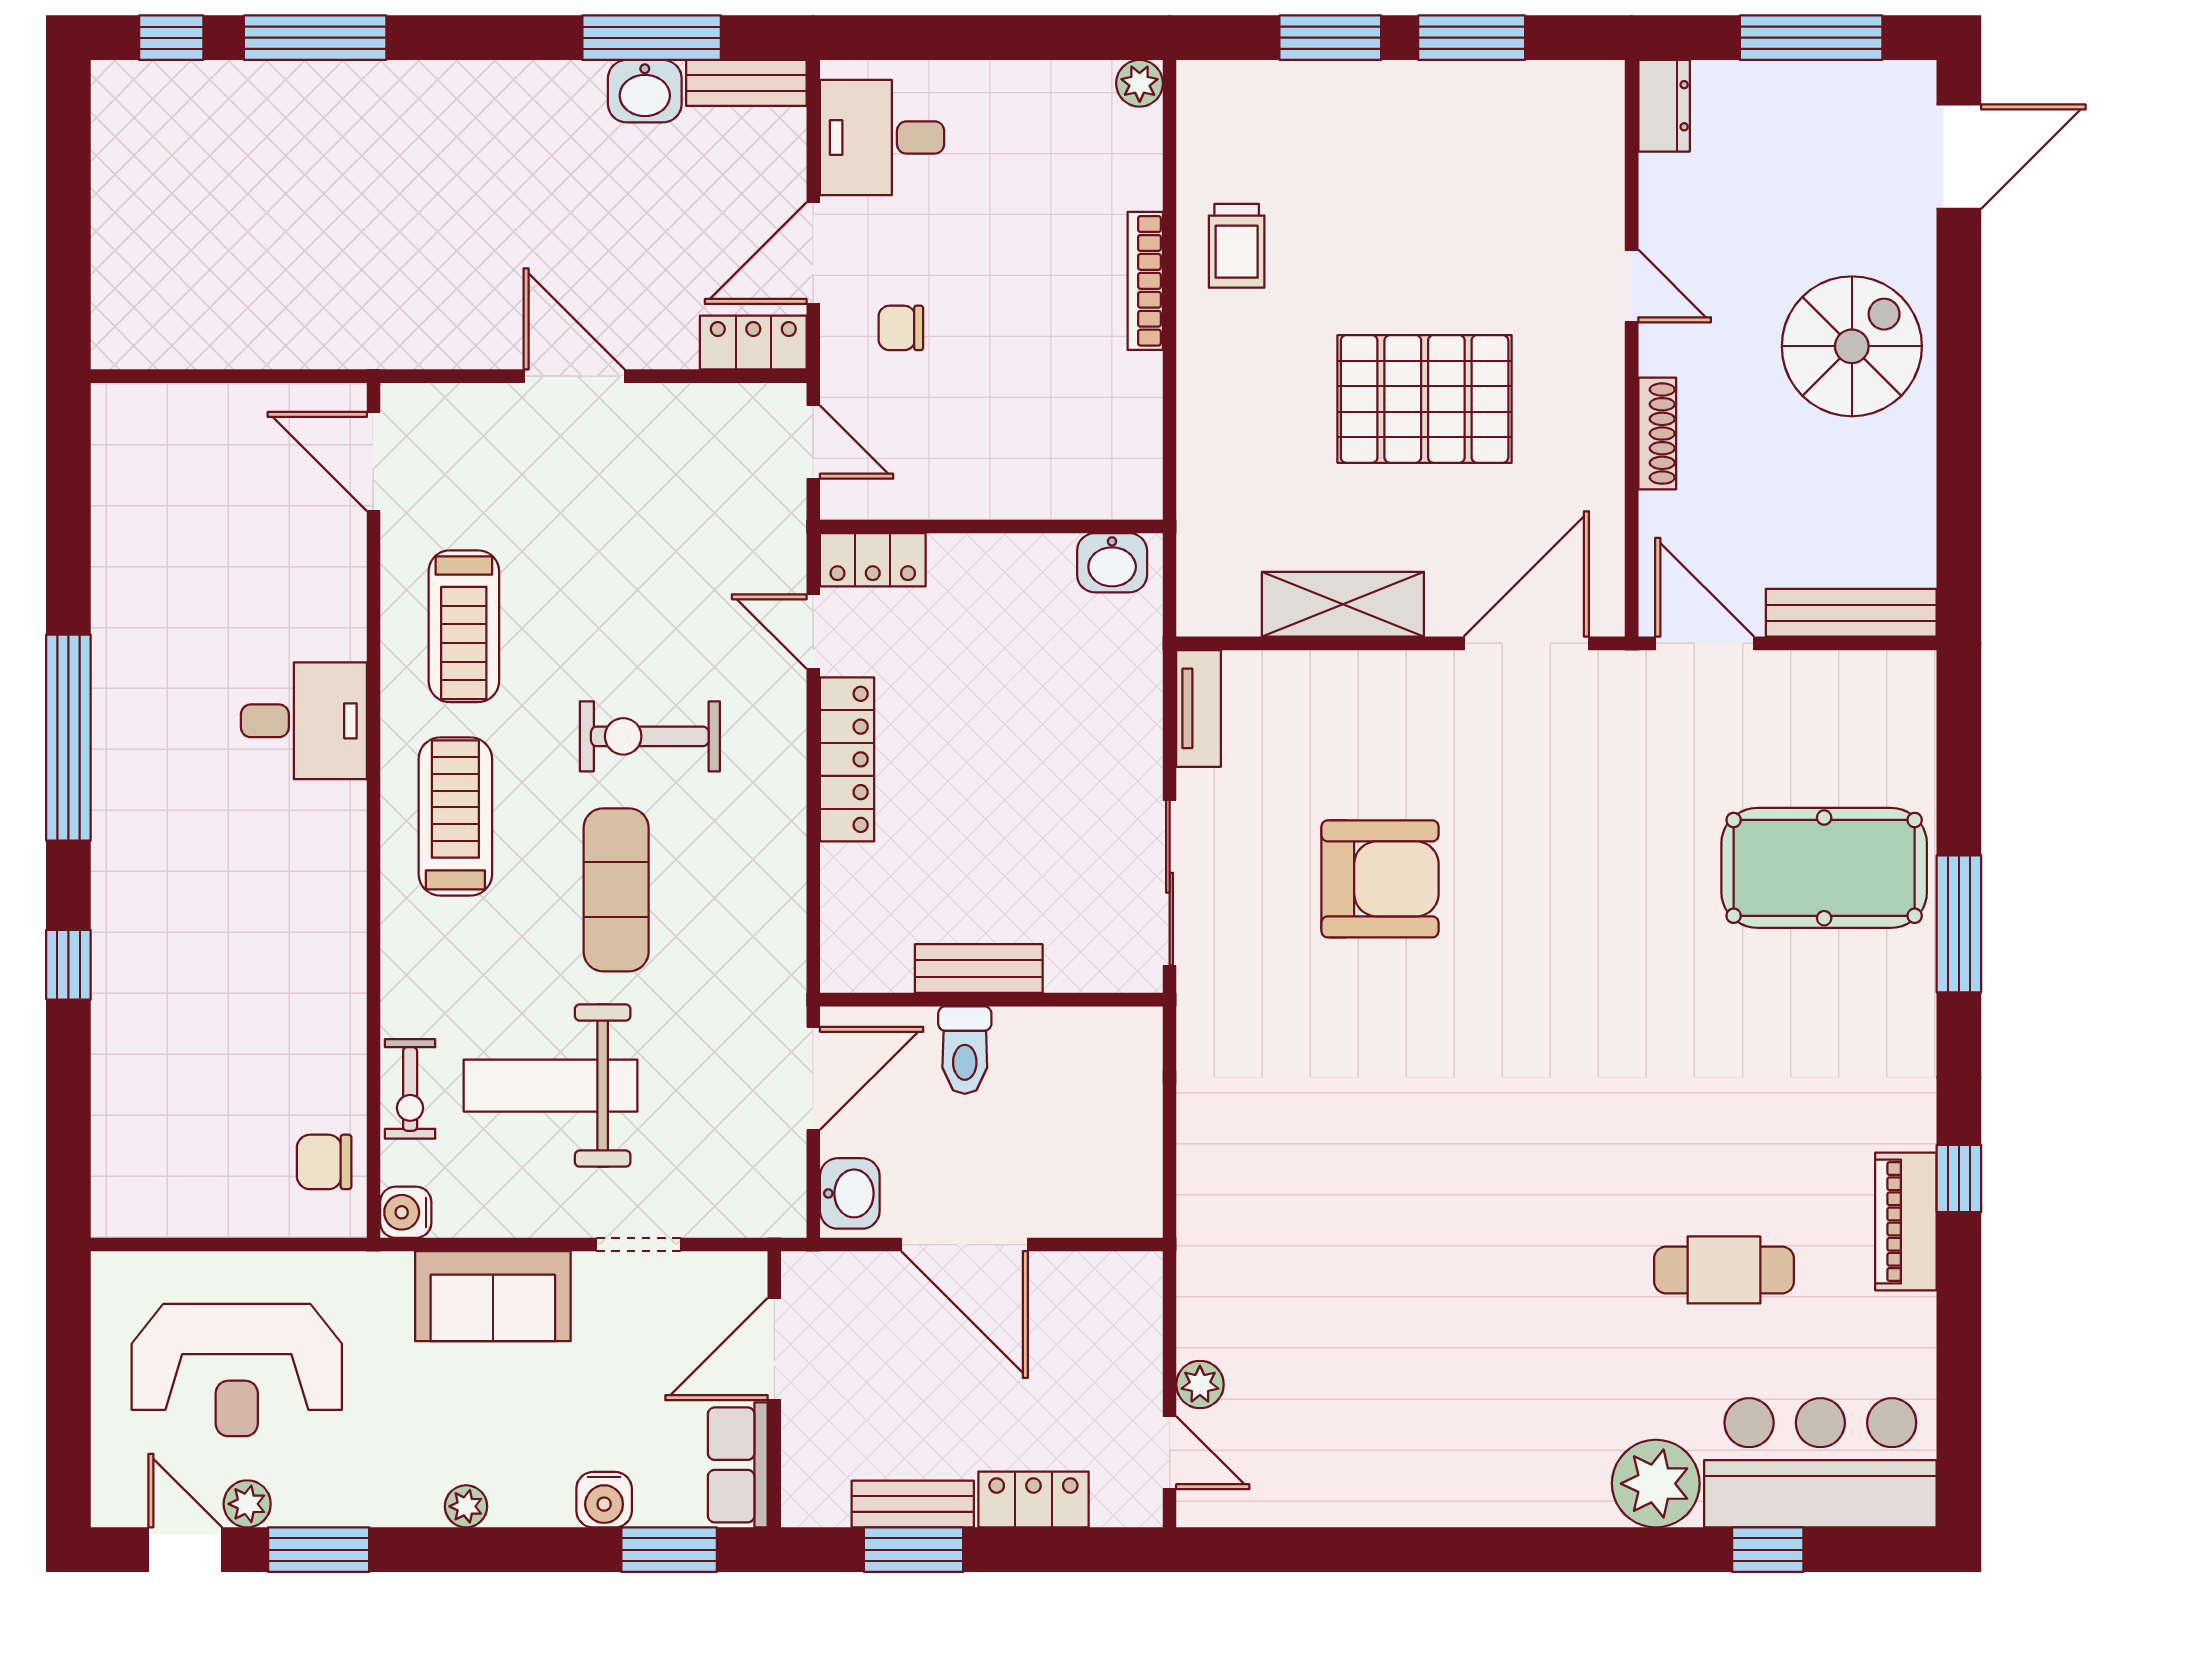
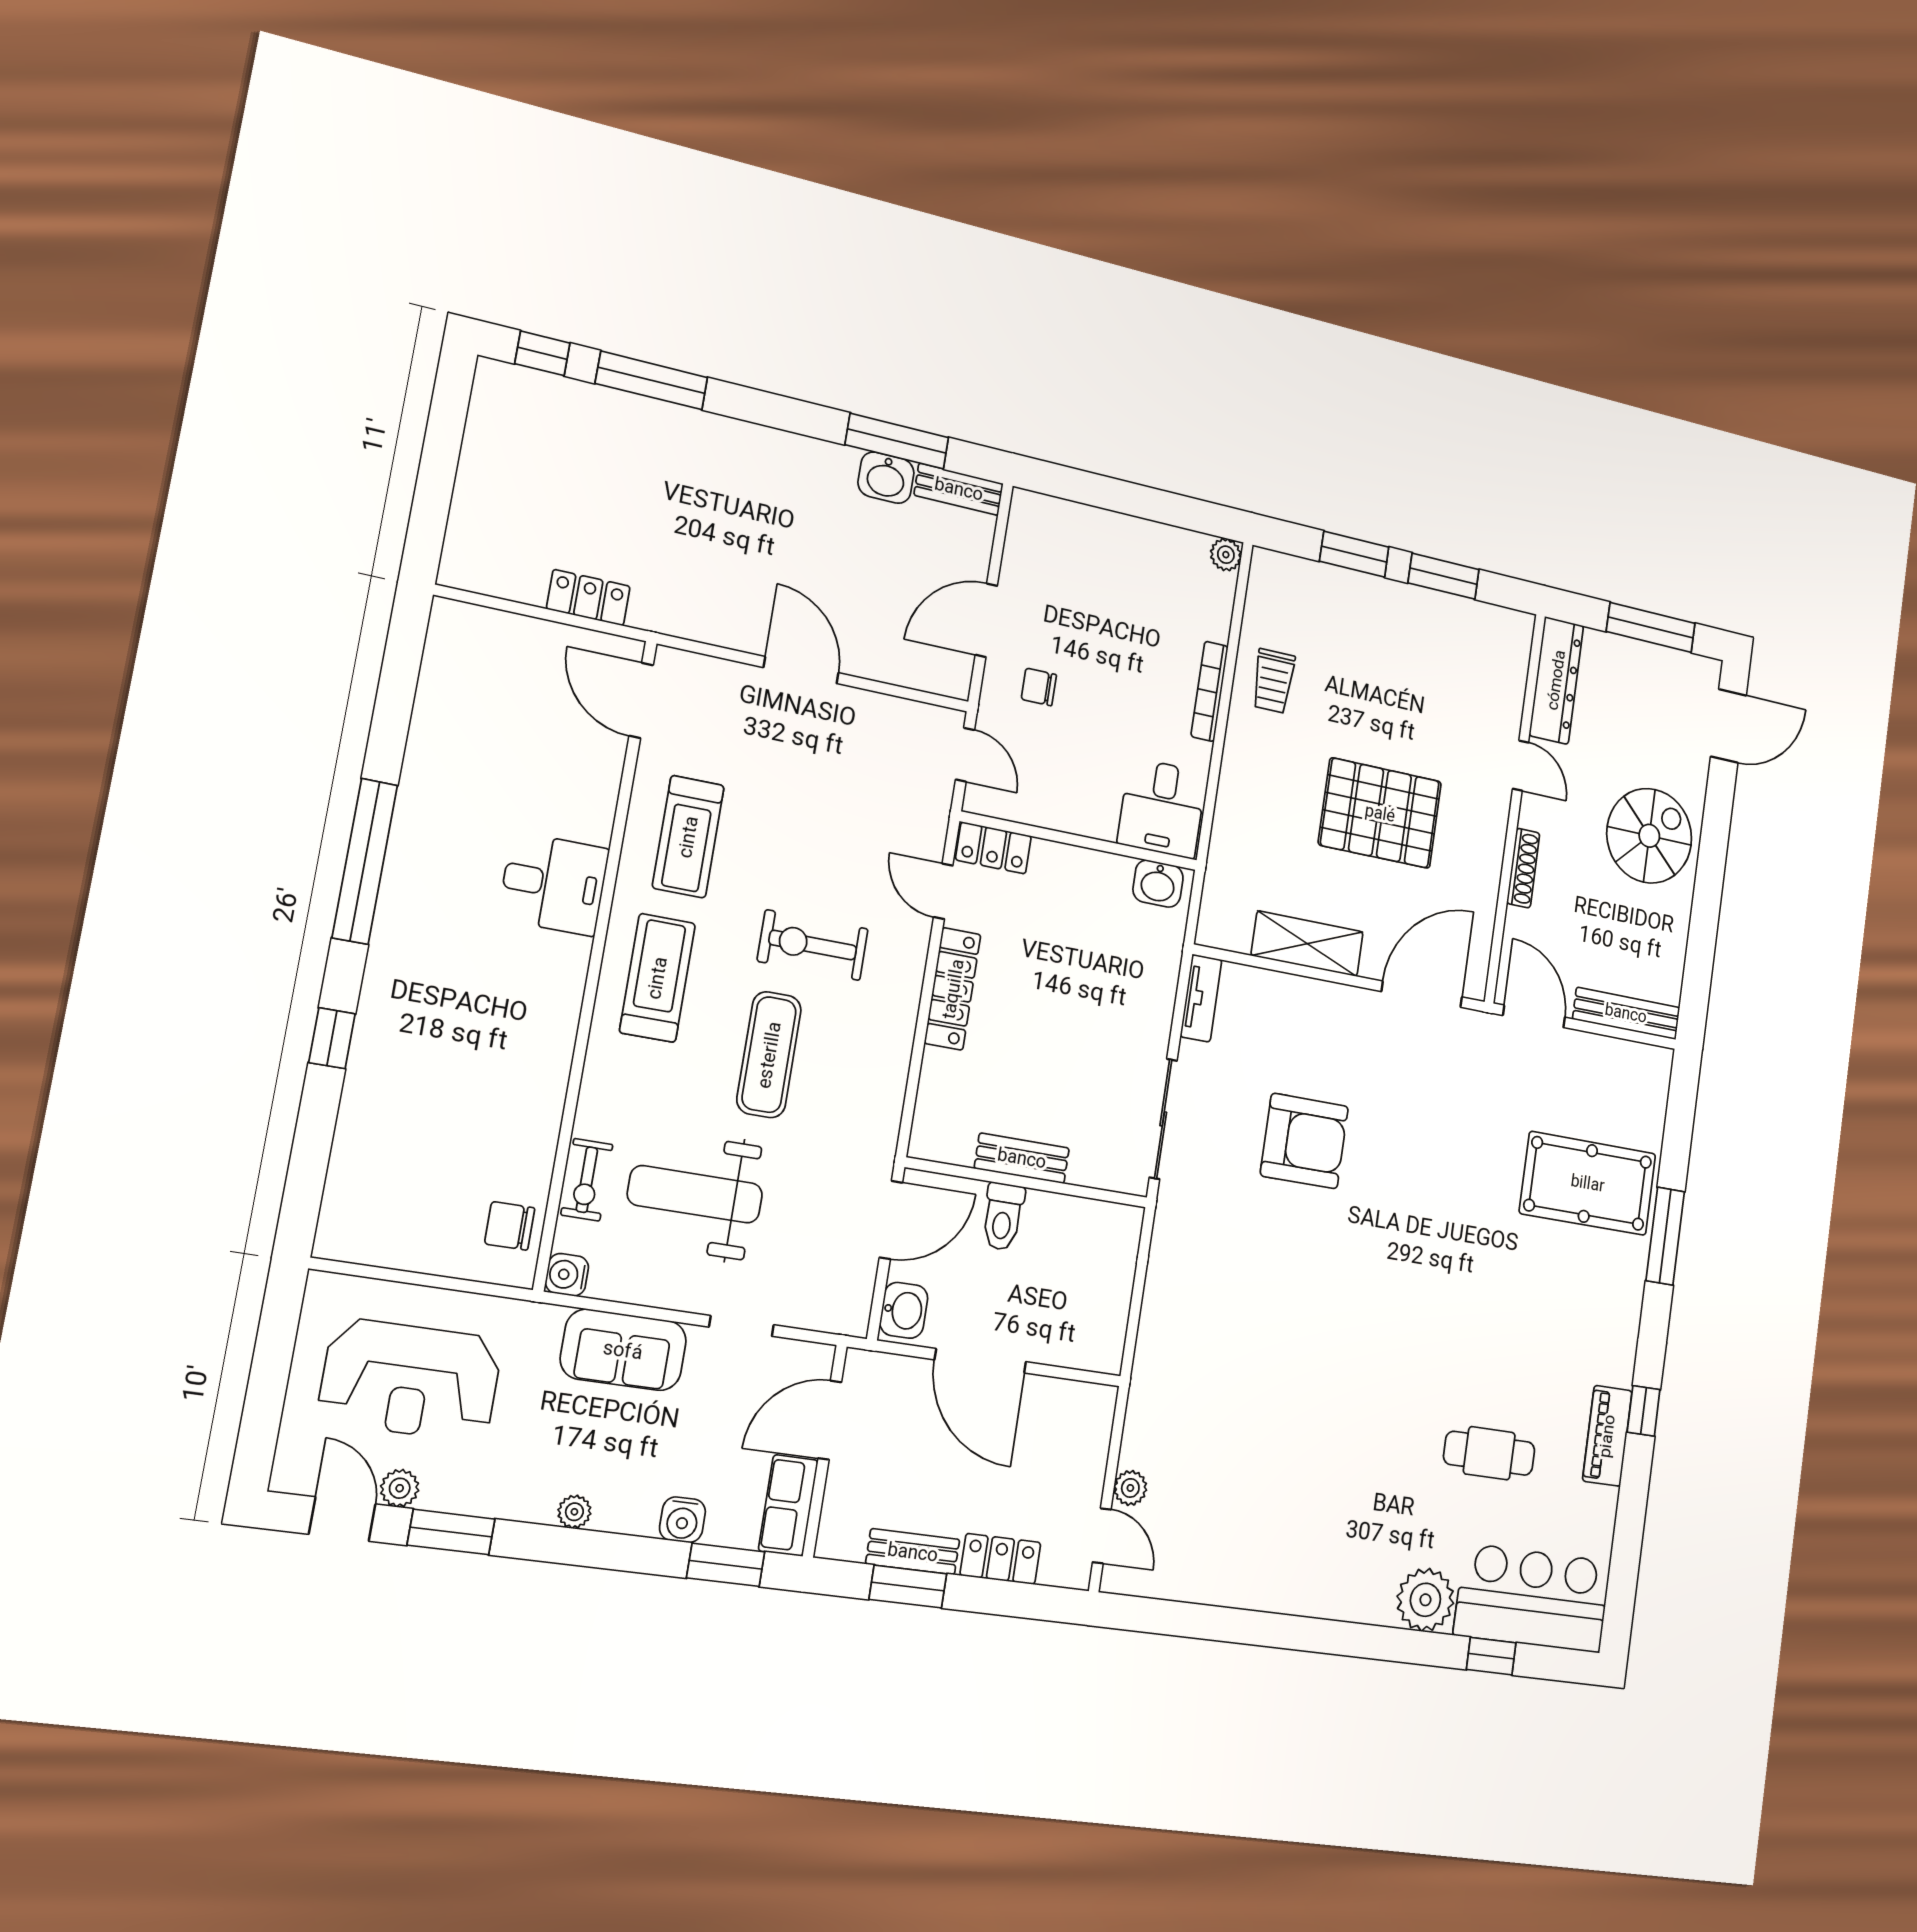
dresser: (1664, 106) -> (1556, 680), width x1.96, depth x1.24
desk: (882, 137) -> (1162, 808), moved, turned -90
locker: (753, 343) -> (588, 598), moved

